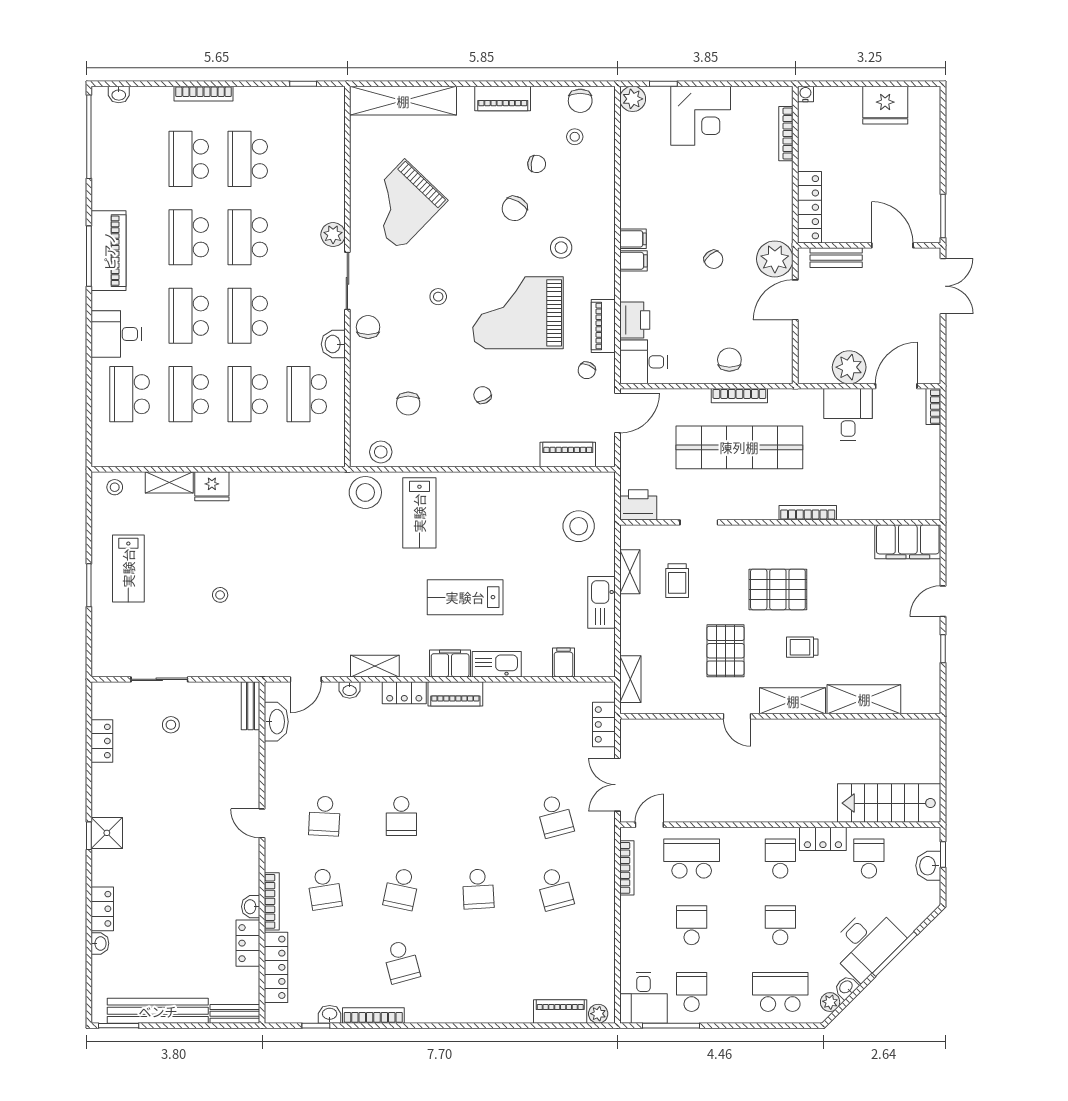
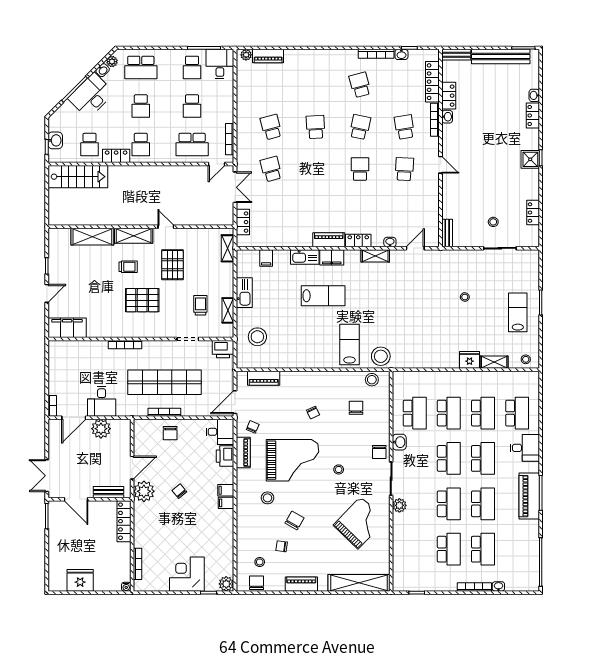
washbasin: (119, 95) -> (498, 586), moved
washbasin: (276, 722) -> (432, 224), removed

